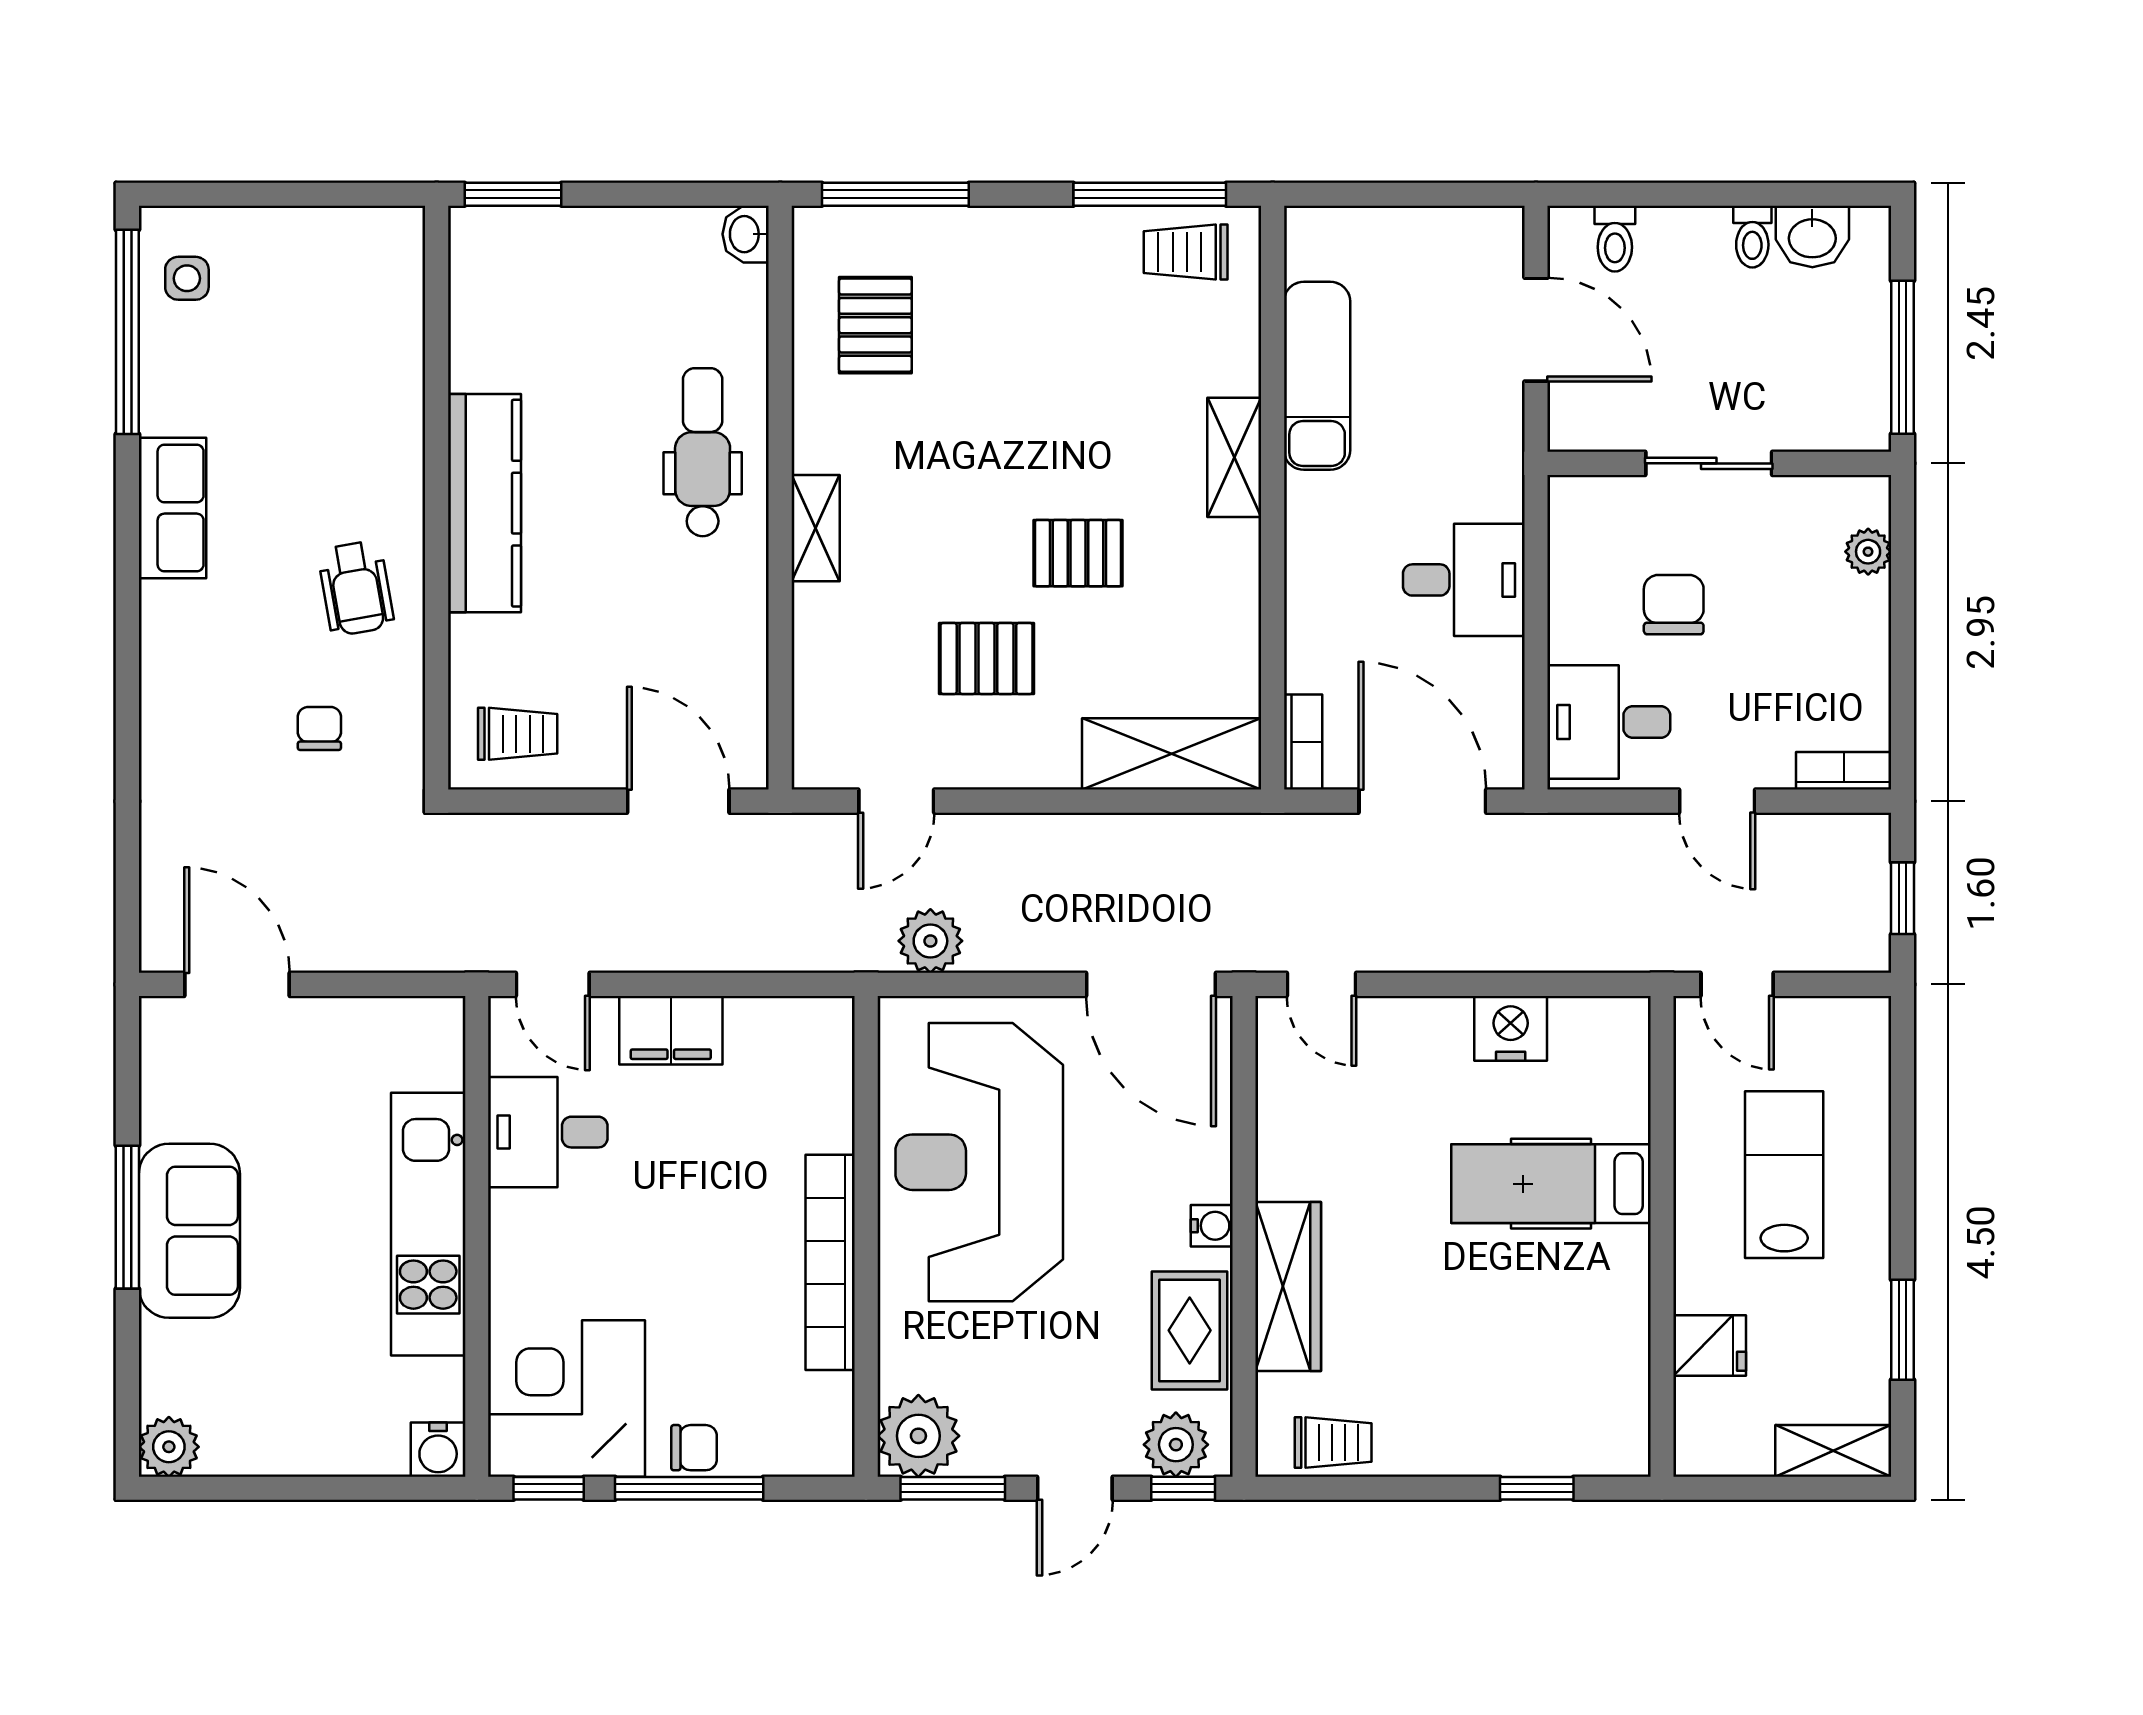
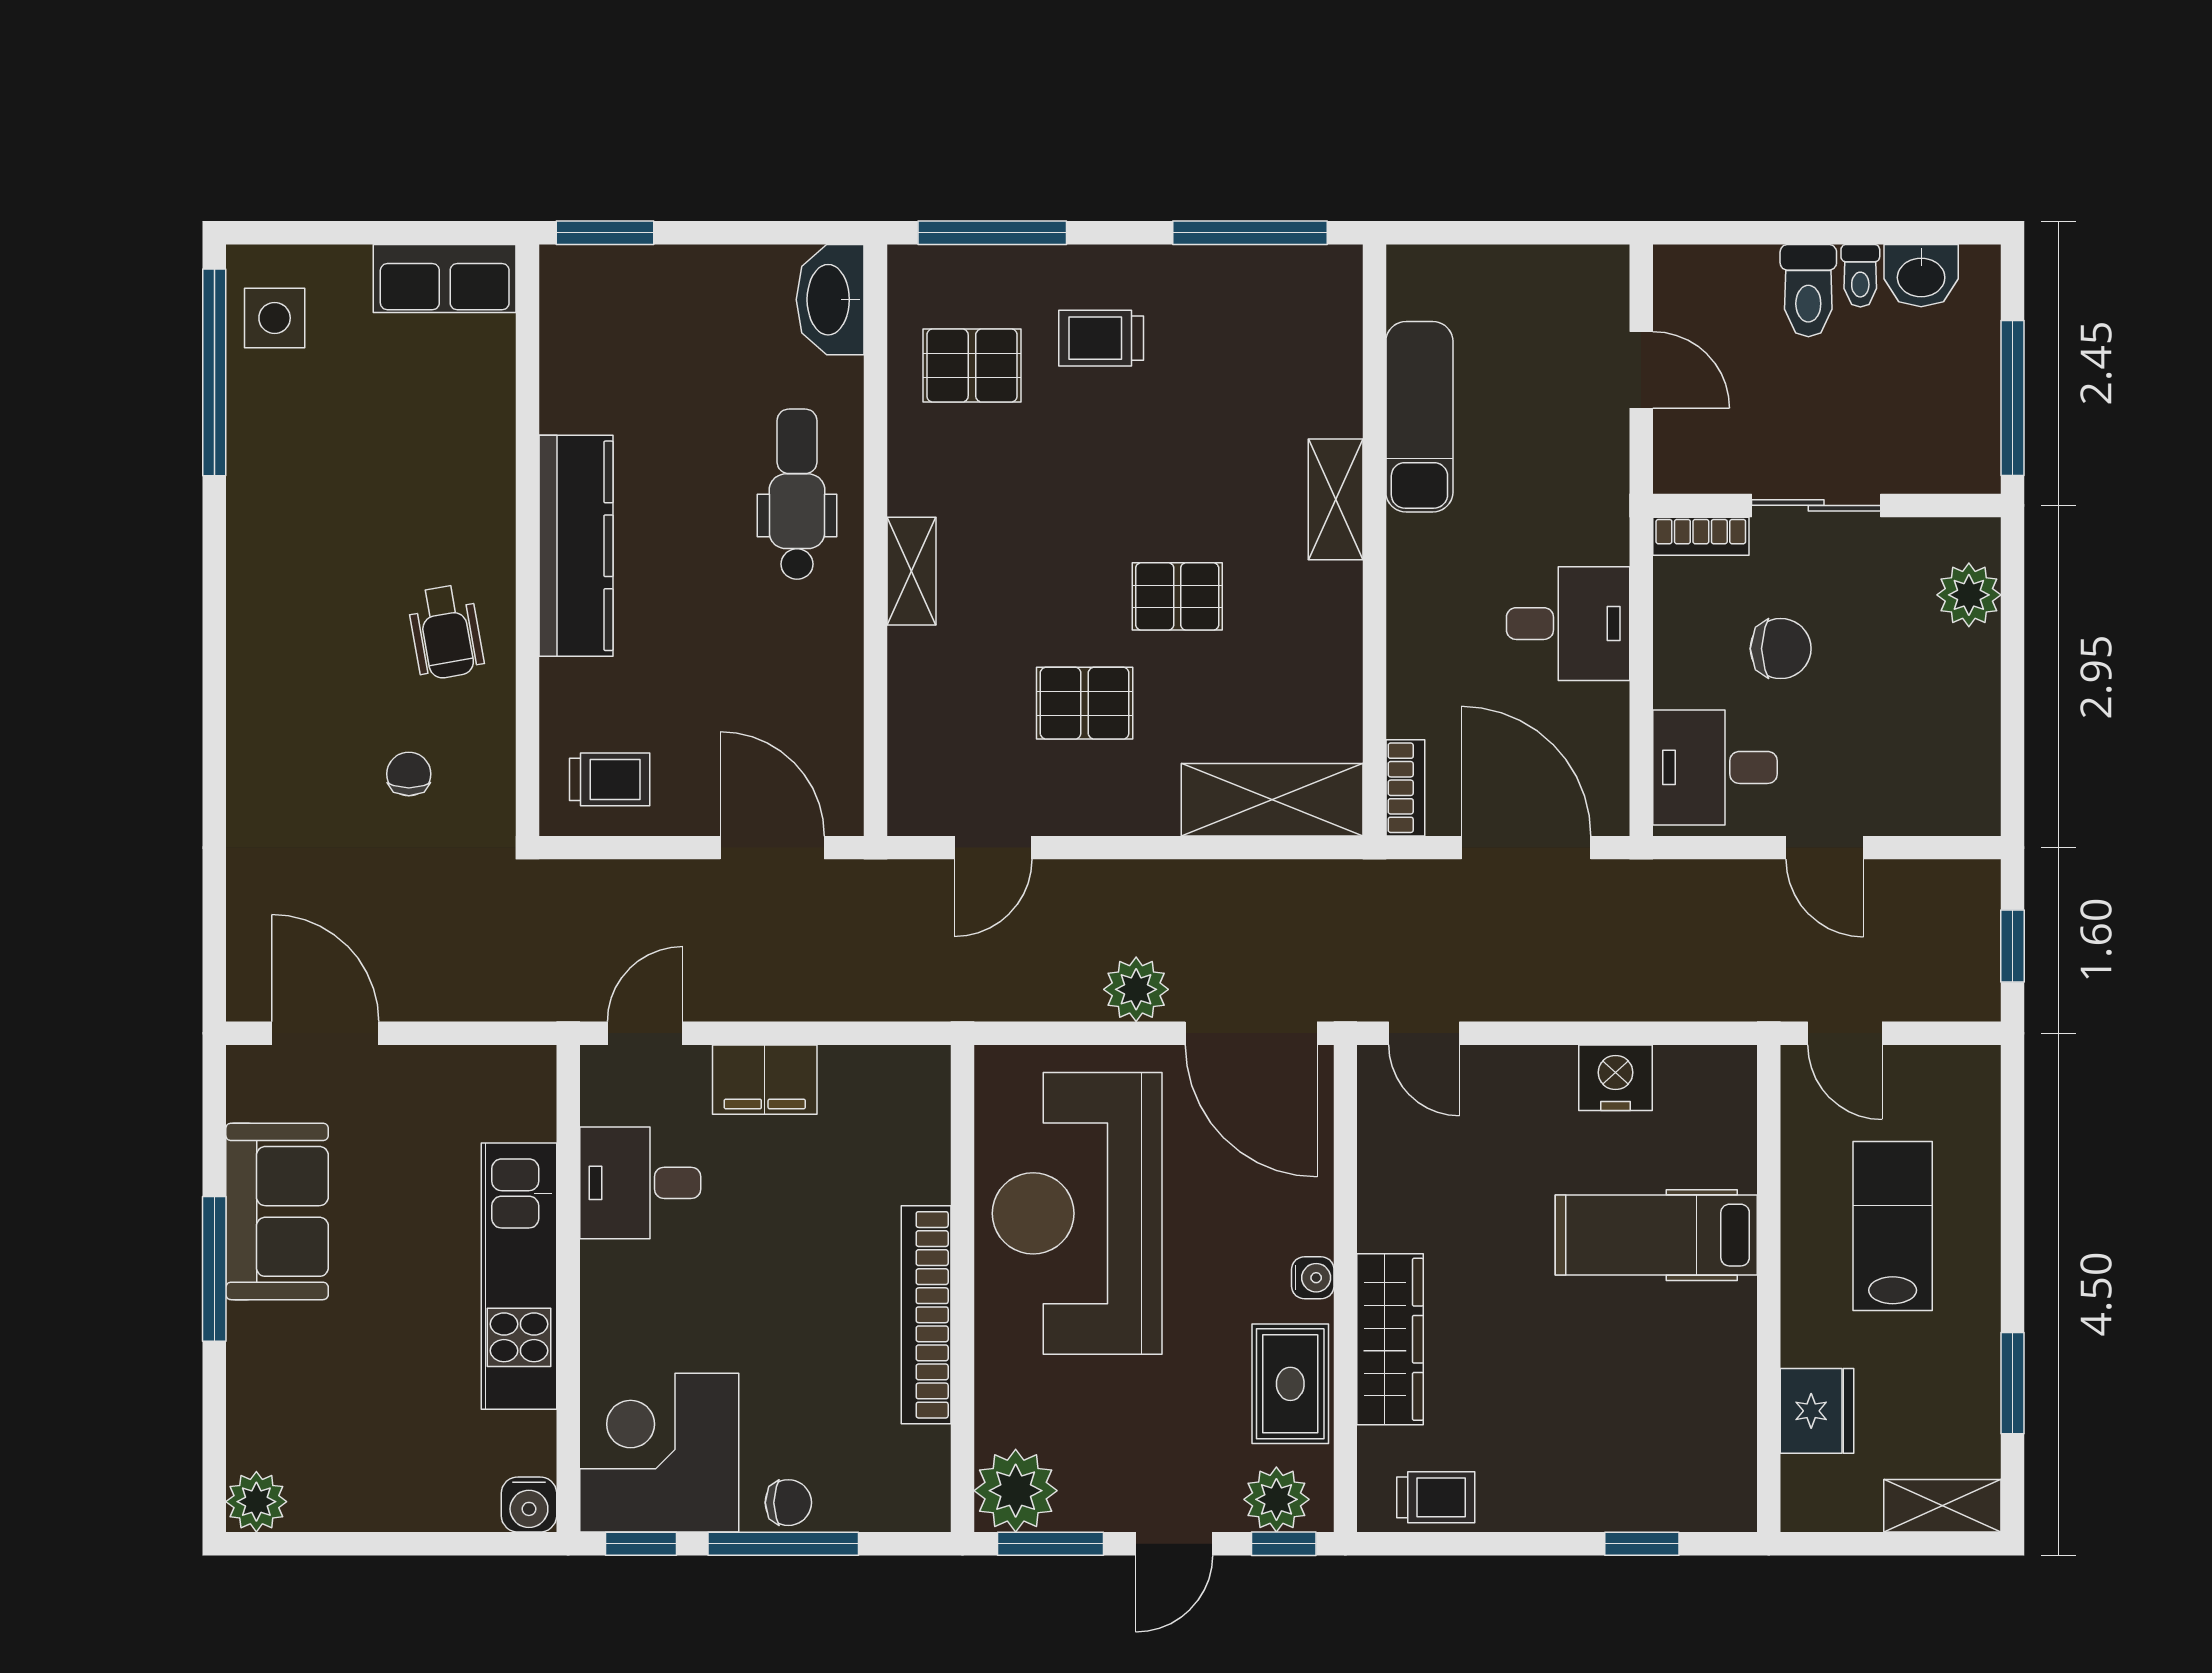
washbasin: (746, 234) -> (830, 300), width x1.91, depth x1.45
toilet: (1615, 239) -> (1808, 291), moved, width x1.37, depth x1.39
trolley: (1186, 252) -> (1101, 338), moved
side table: (187, 278) -> (275, 318), width x1.37, depth x1.37
pallet: (875, 325) -> (972, 365), turned 90
door: (1536, 330) -> (1641, 370), width x0.73
row of seats: (173, 508) -> (445, 278), moved, turned 90
plant: (1868, 552) -> (1969, 595), width x1.38, depth x1.38
chair: (1674, 605) -> (1781, 649), turned 90
bookcase: (1844, 771) -> (1701, 536), moved, turned 180
plant: (930, 941) -> (1136, 989), moved
door: (553, 984) -> (645, 1033), swing flipped
sofa: (189, 1231) -> (277, 1211), moved
fridge: (1710, 1345) -> (1817, 1411), width x1.38

